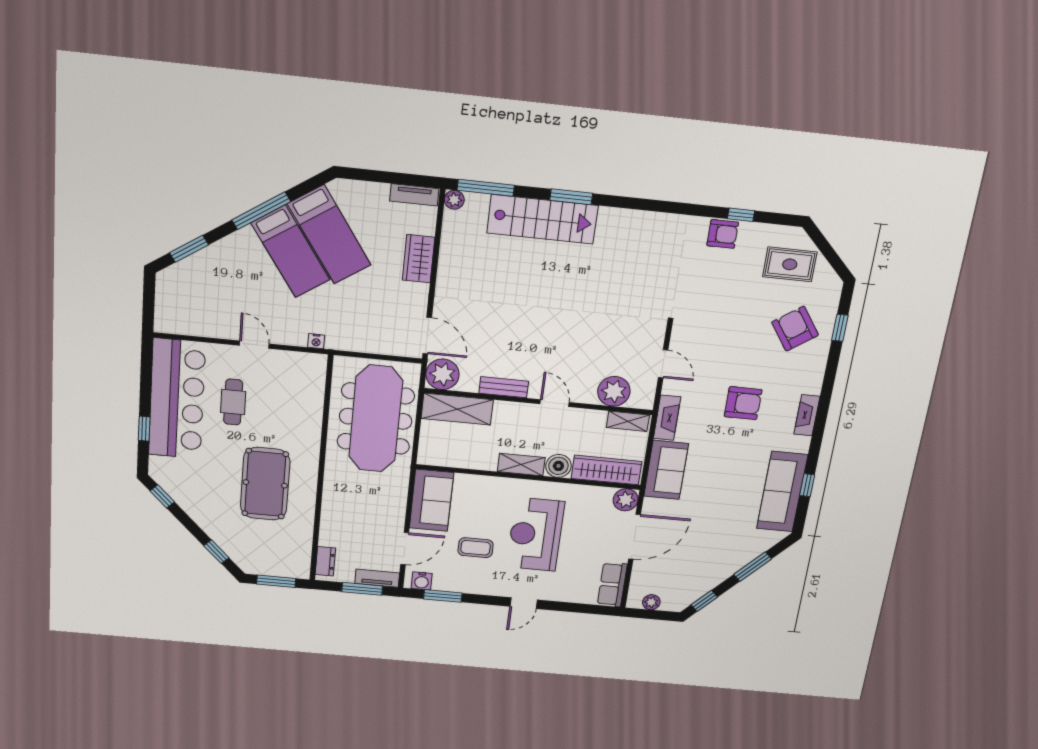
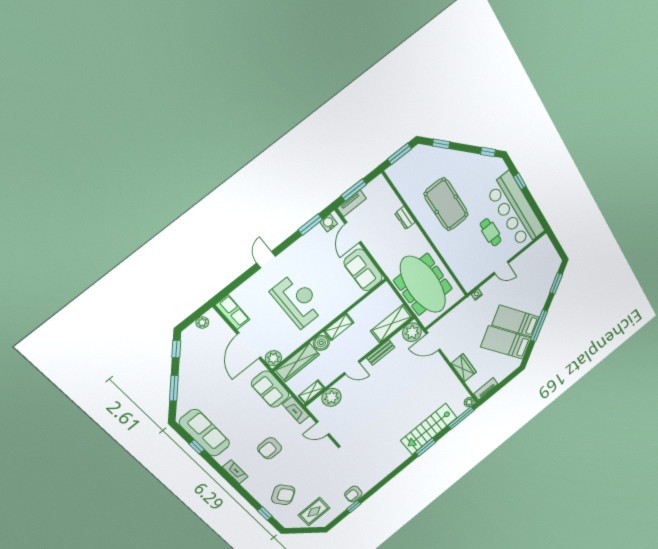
coffee table: (476, 548) -> (320, 266), removed
dresser: (325, 561) -> (405, 218), moved

